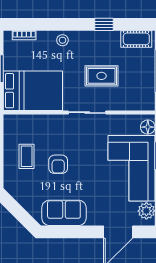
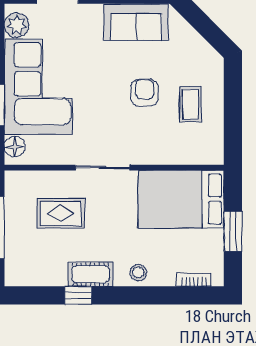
cot: (136, 39) -> (91, 274), moved
rug: (102, 76) -> (61, 213), moved

